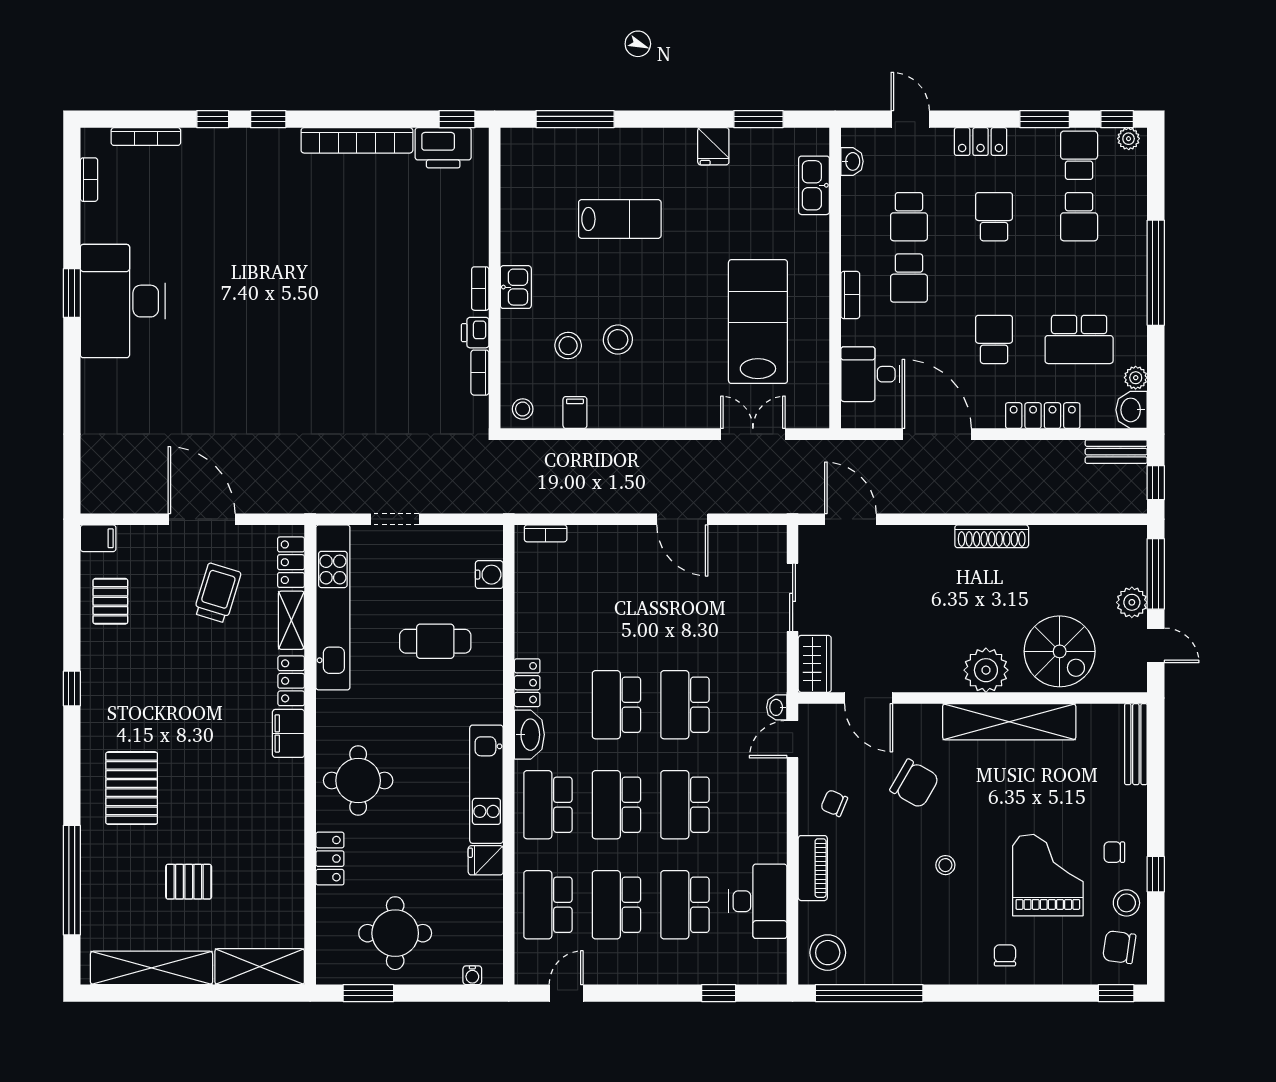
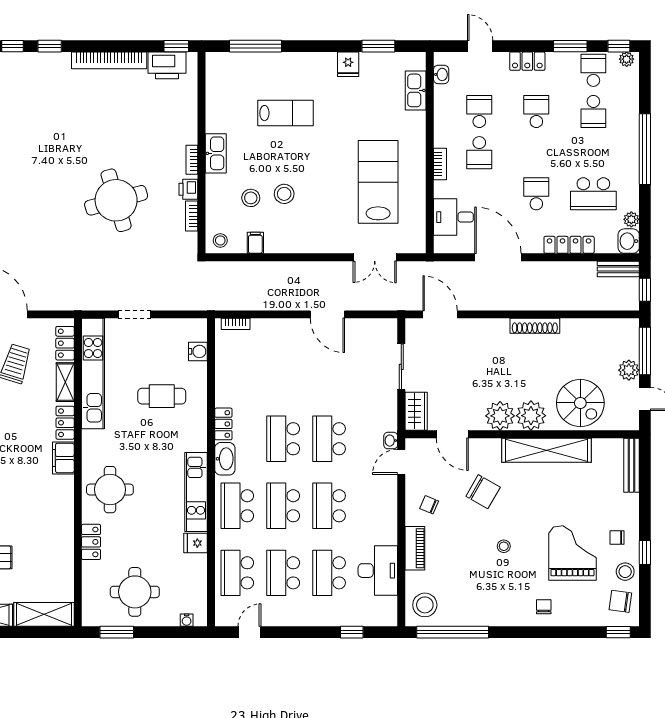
school desk: (909, 217) -> (479, 111), turned 180
kitchen sink: (516, 287) -> (216, 153), width x1.38
round table: (367, 349) -> (116, 200), added
double door: (753, 434) -> (375, 257), swing flipped
plant: (940, 671) -> (500, 416), added

